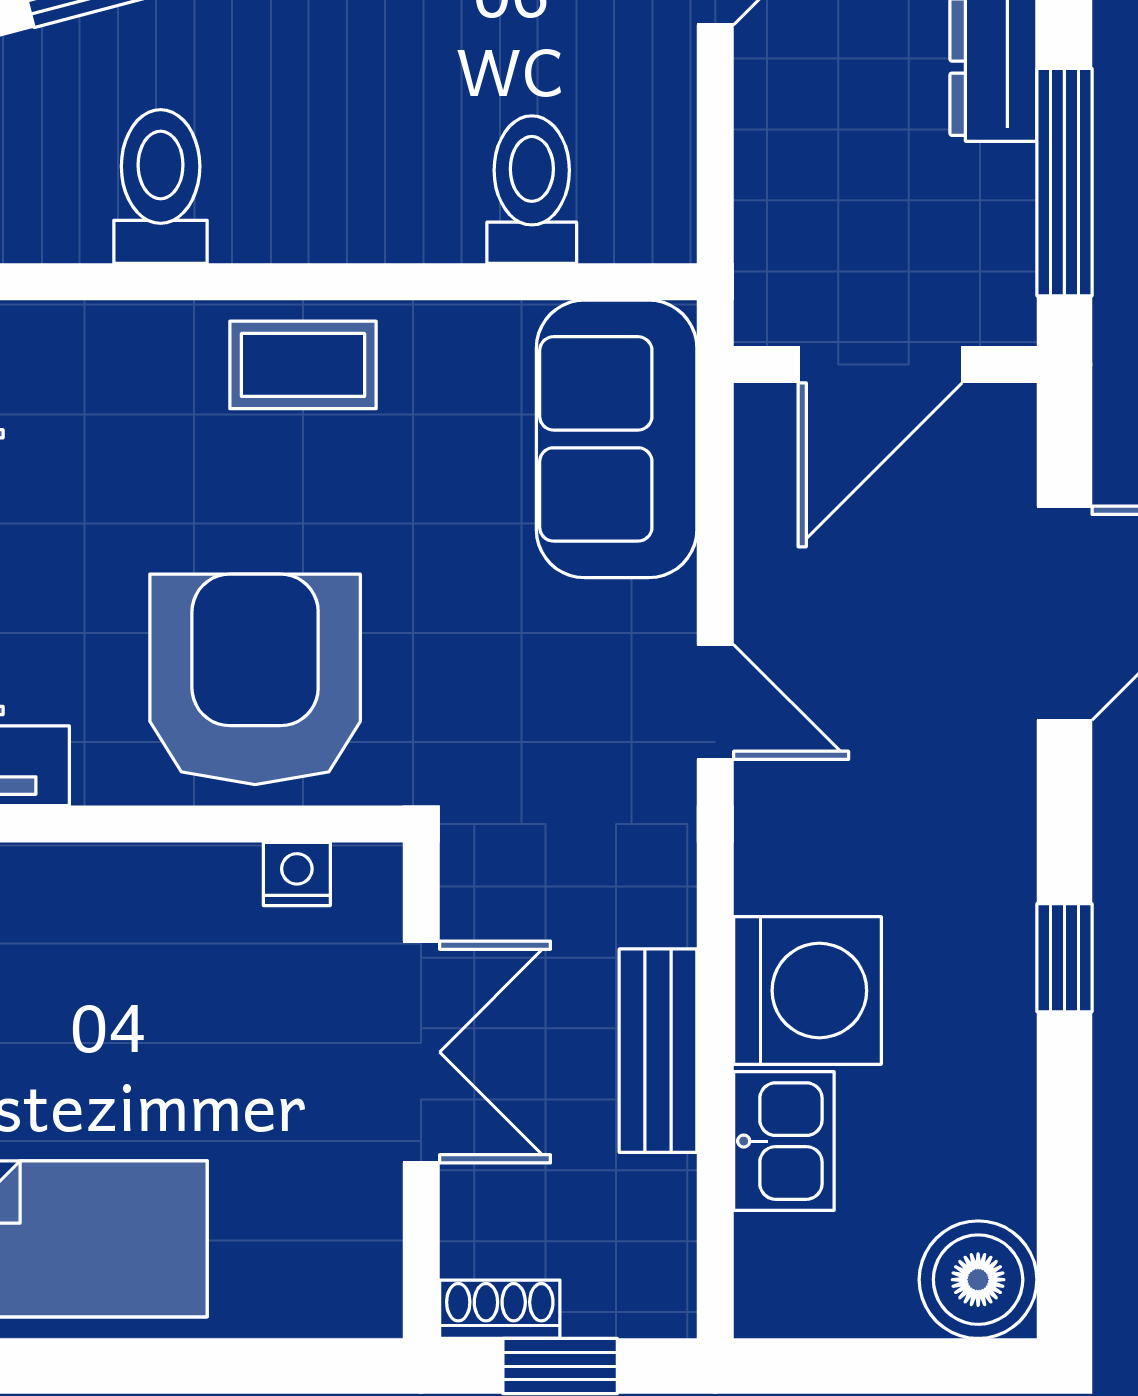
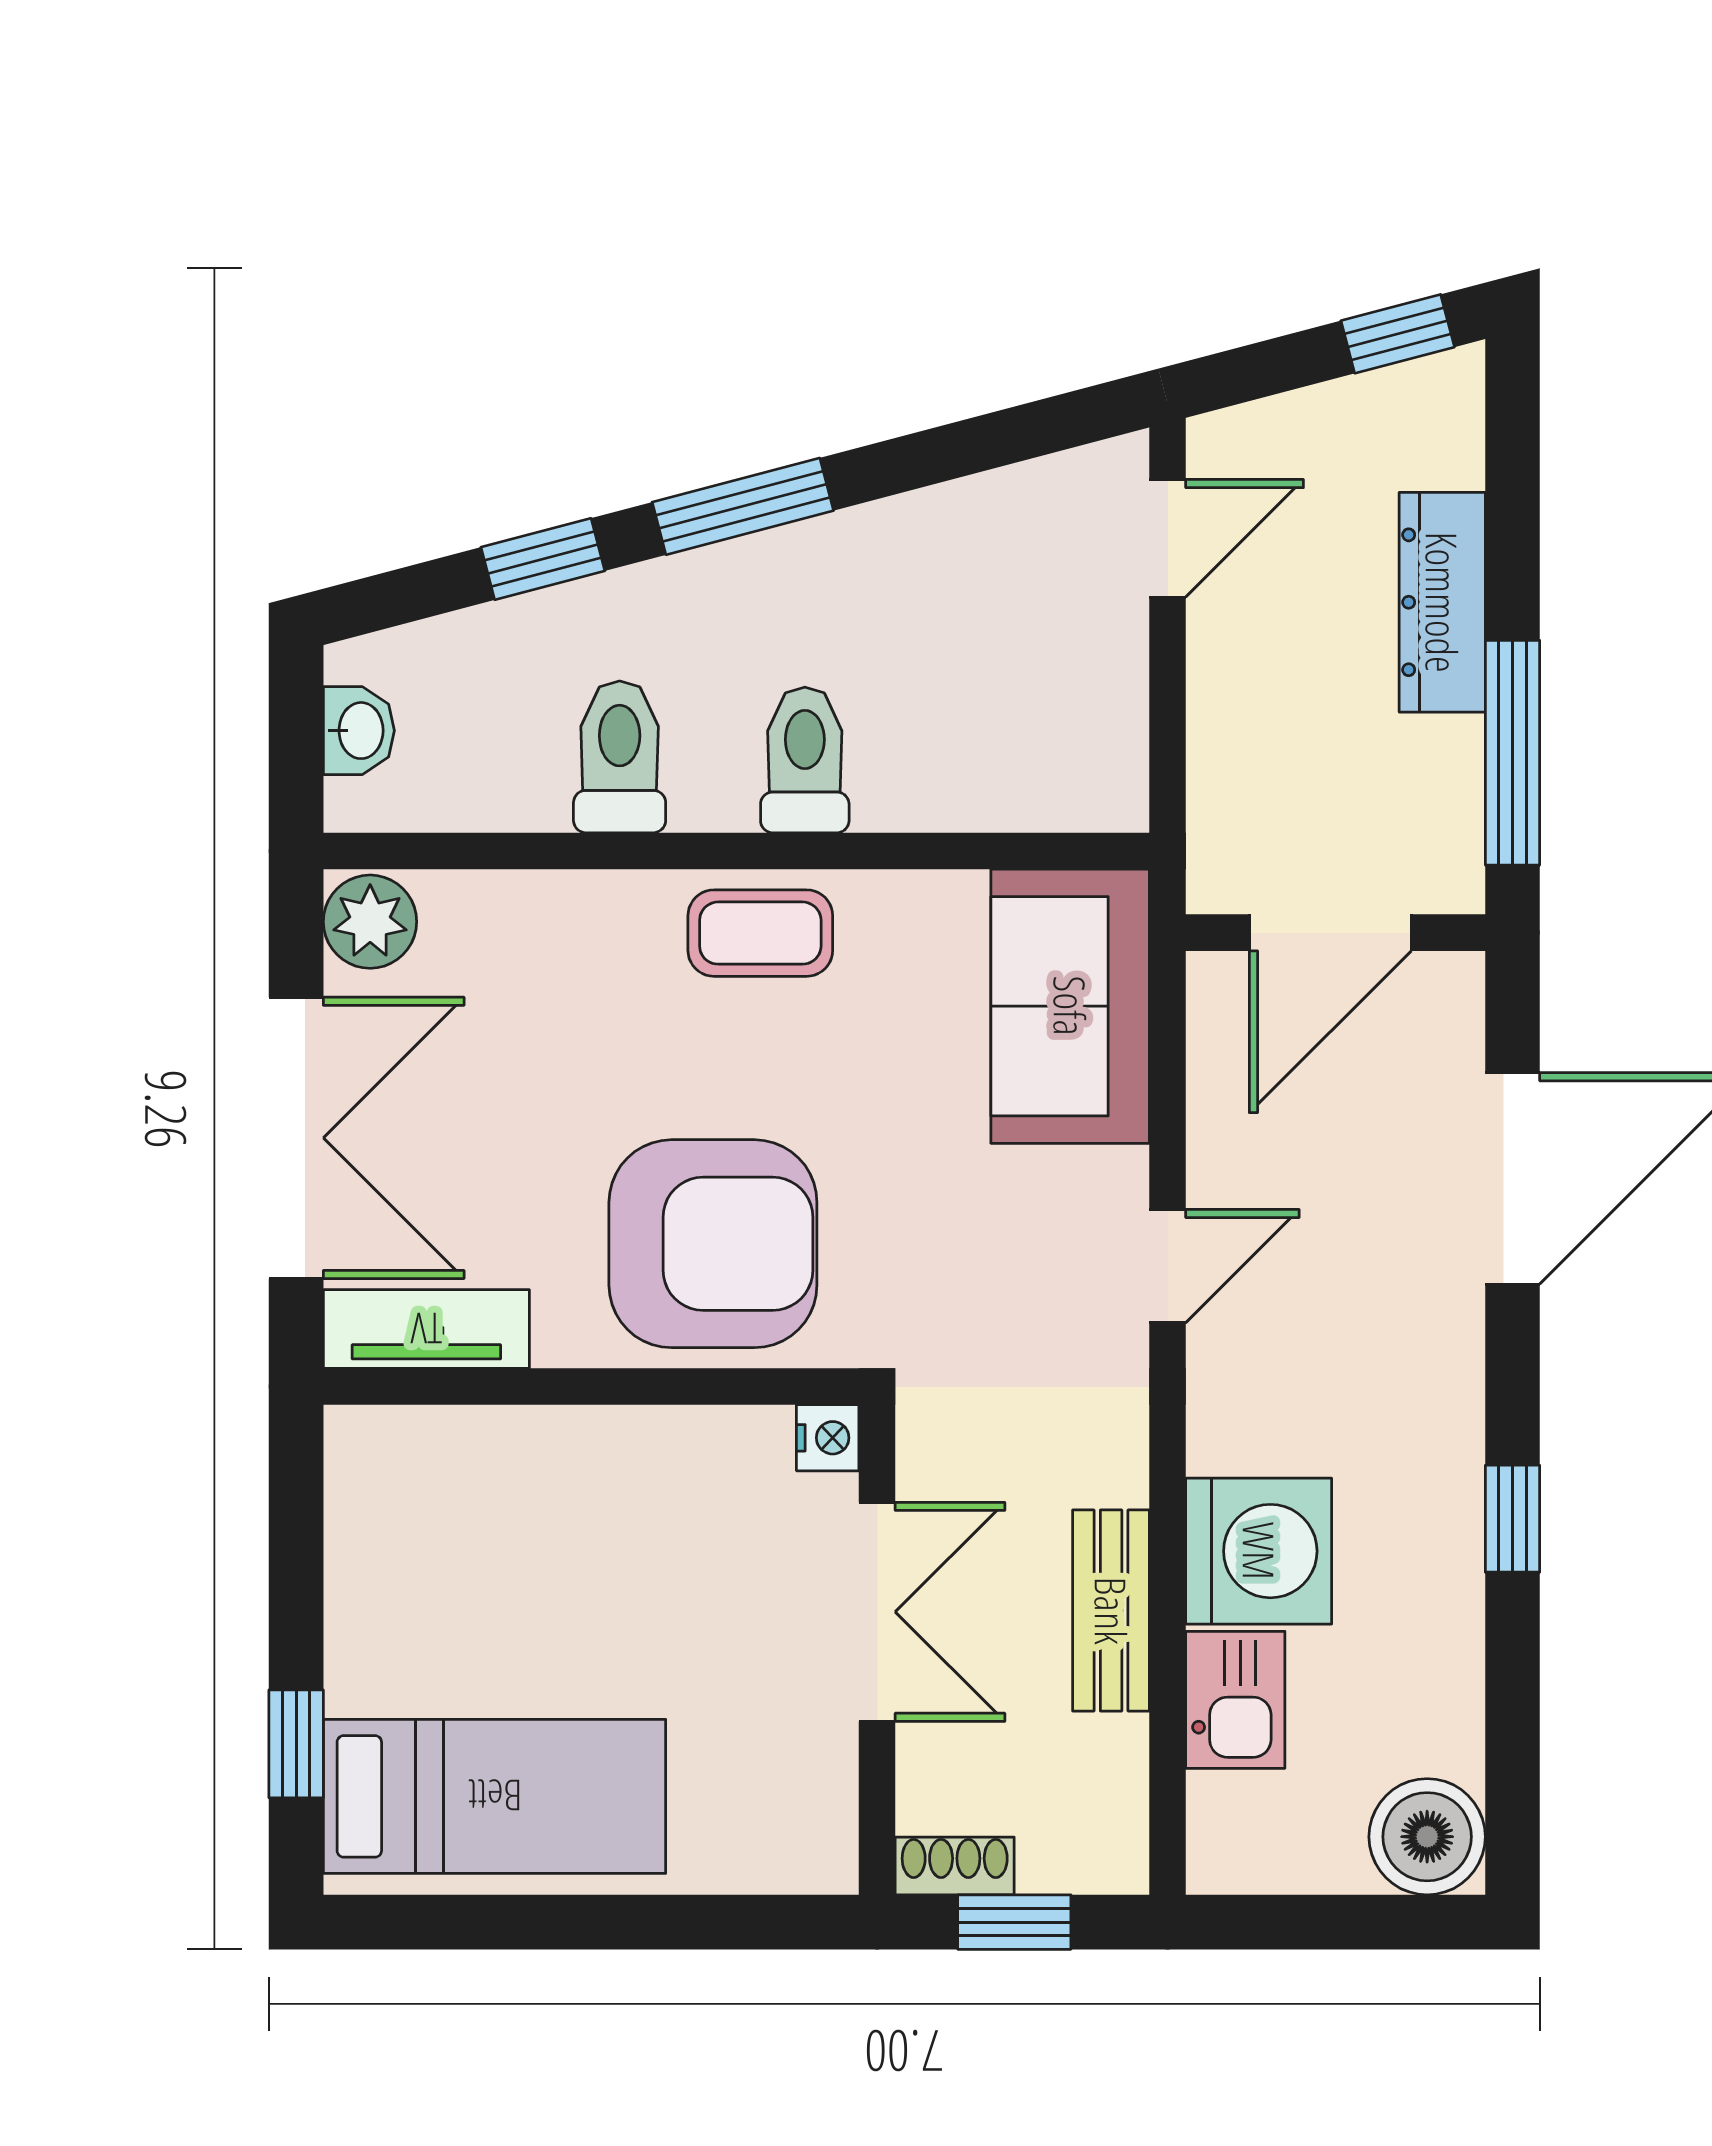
toilet: (532, 190) -> (805, 760), moved
armchair: (255, 679) -> (713, 1244), turned 90
door: (715, 702) -> (1168, 1266), hinge flipped
nightstand: (297, 874) -> (828, 1438), moved, turned 90

